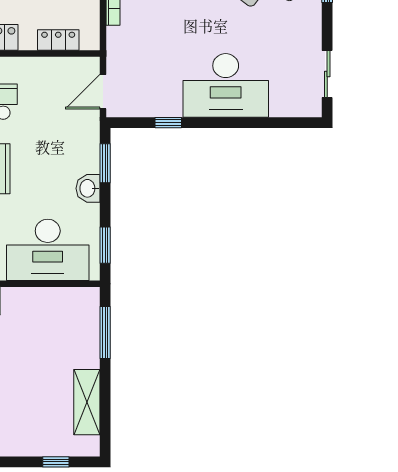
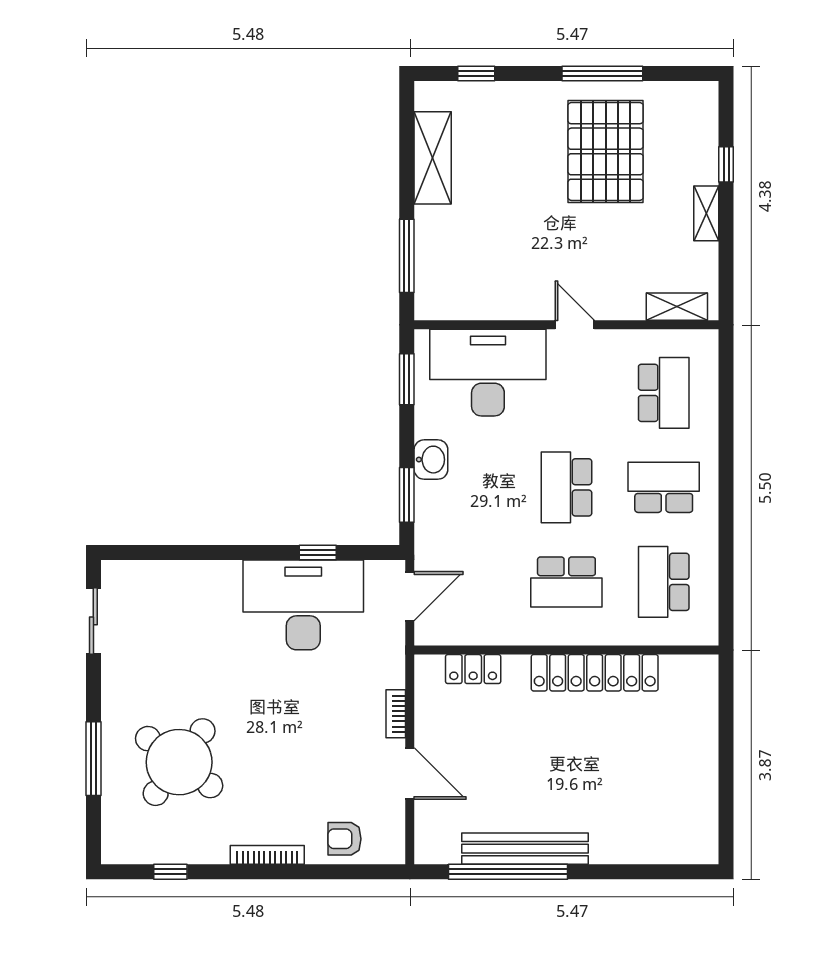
desk: (226, 85) -> (303, 605), moved

